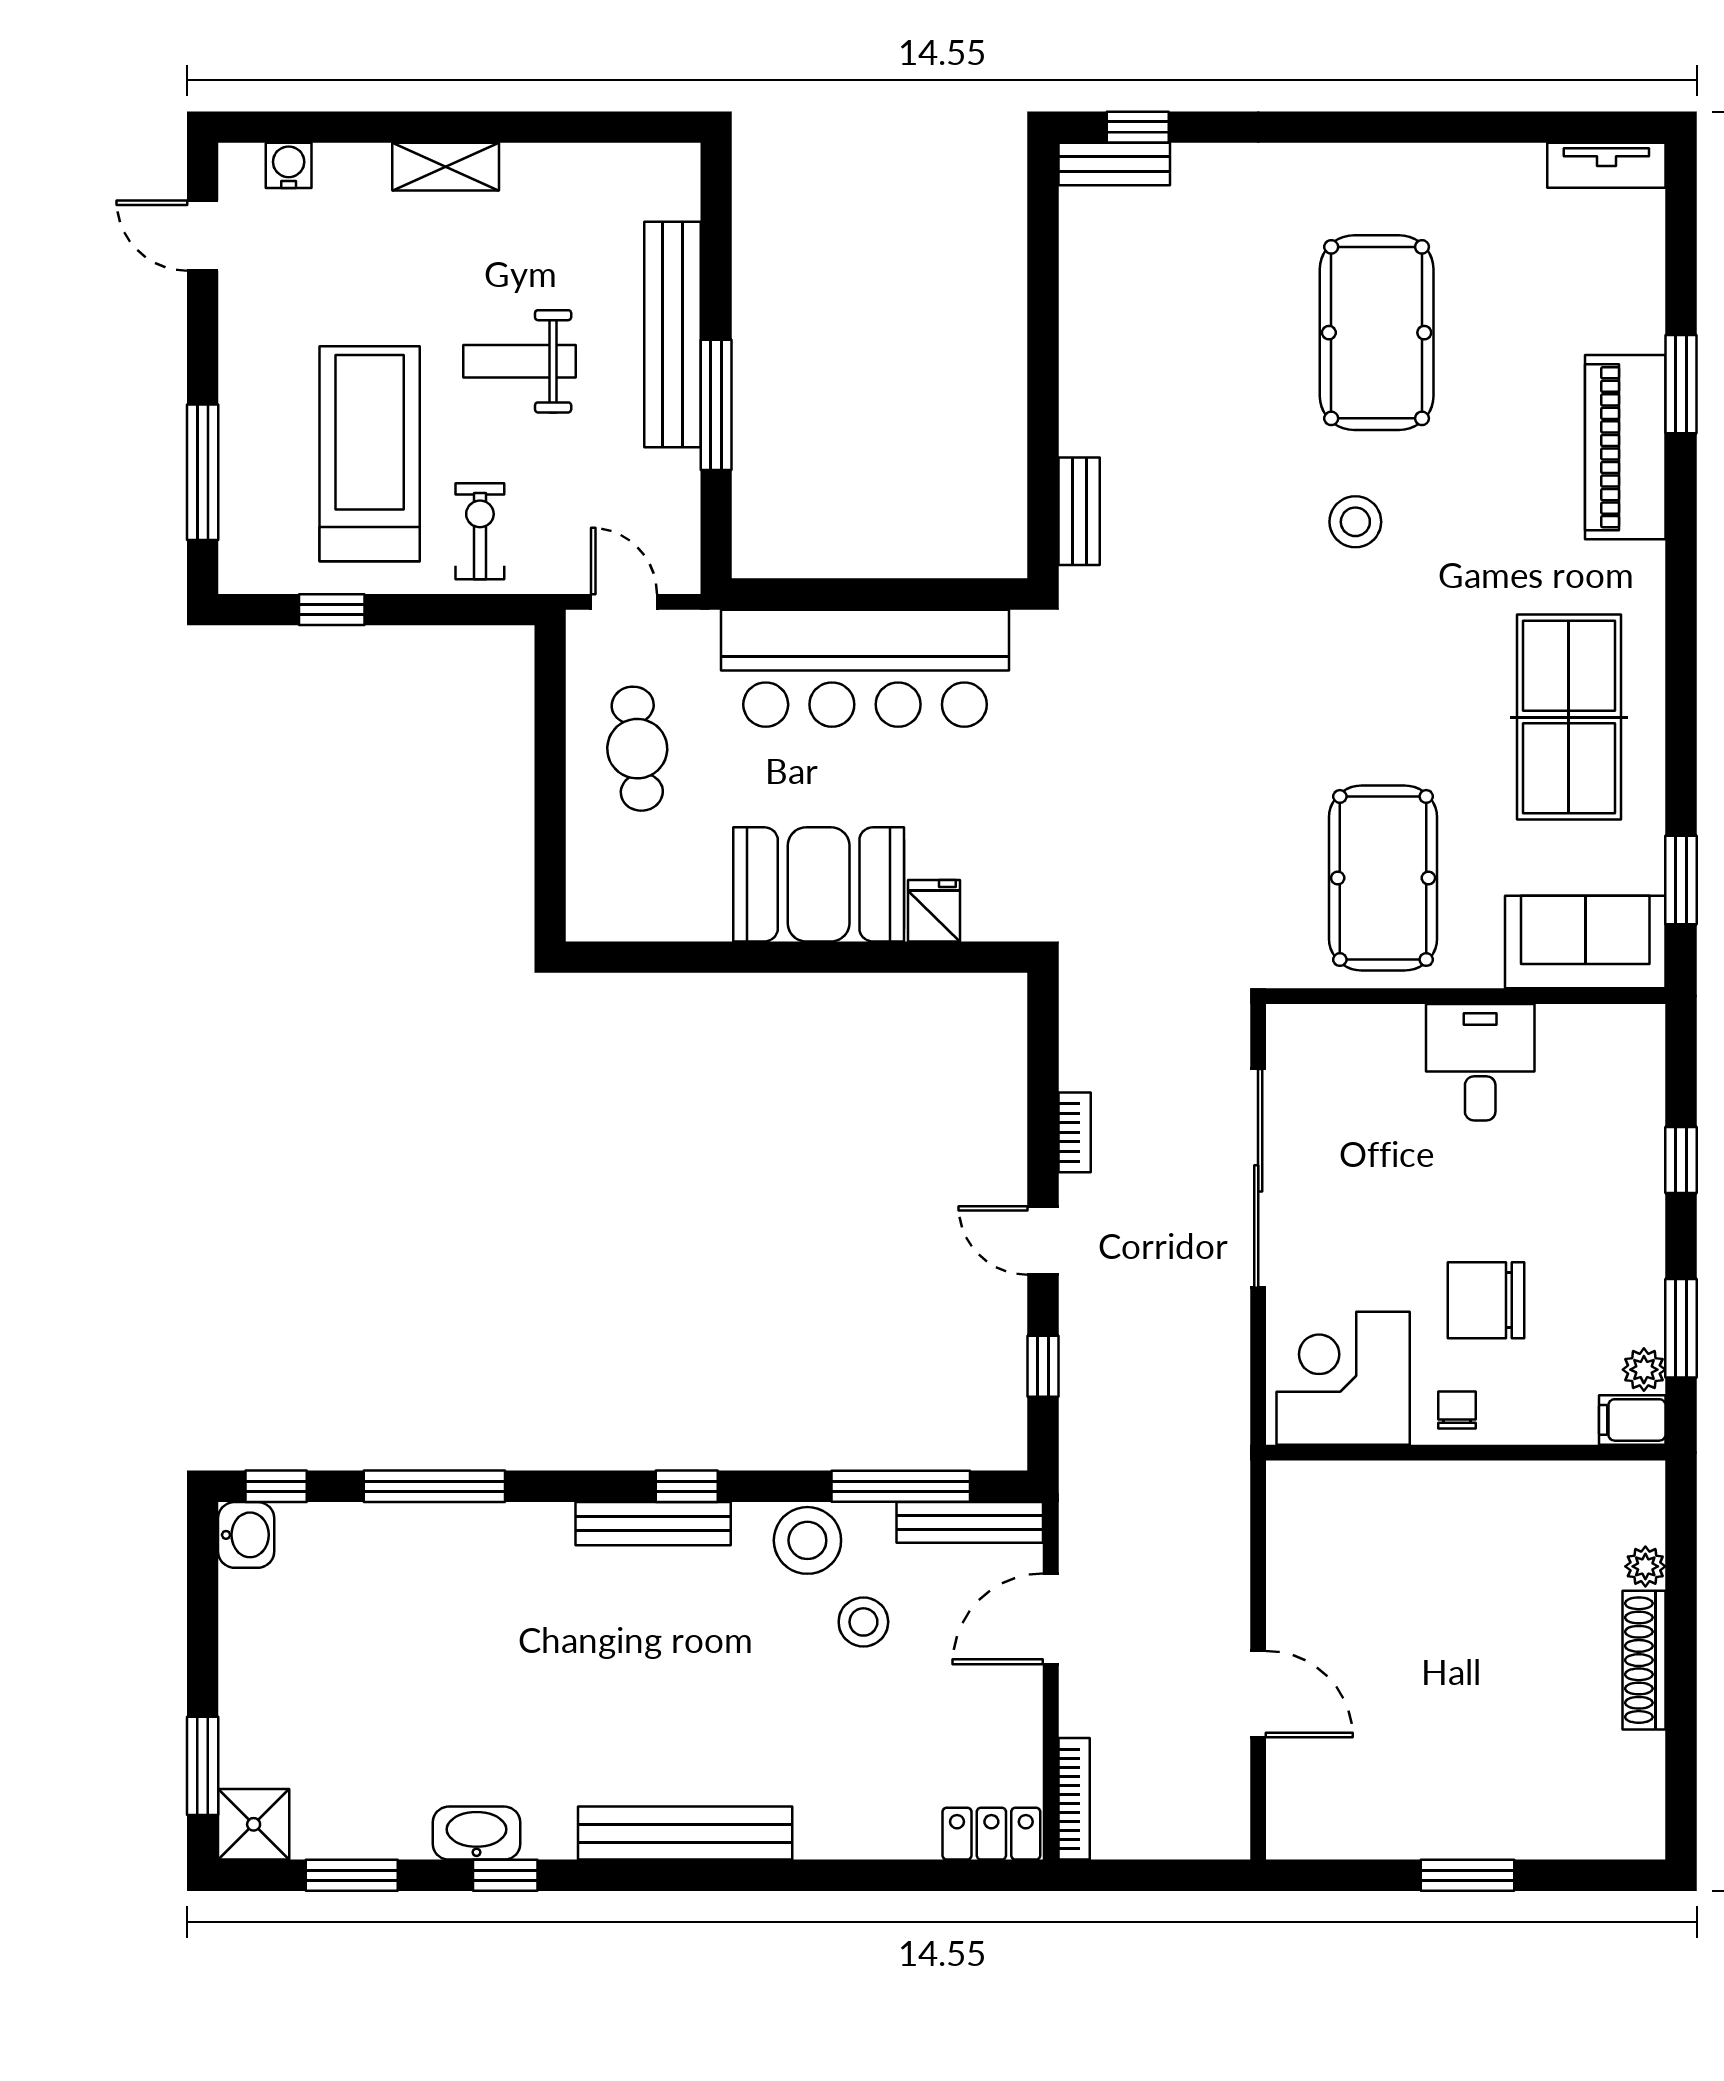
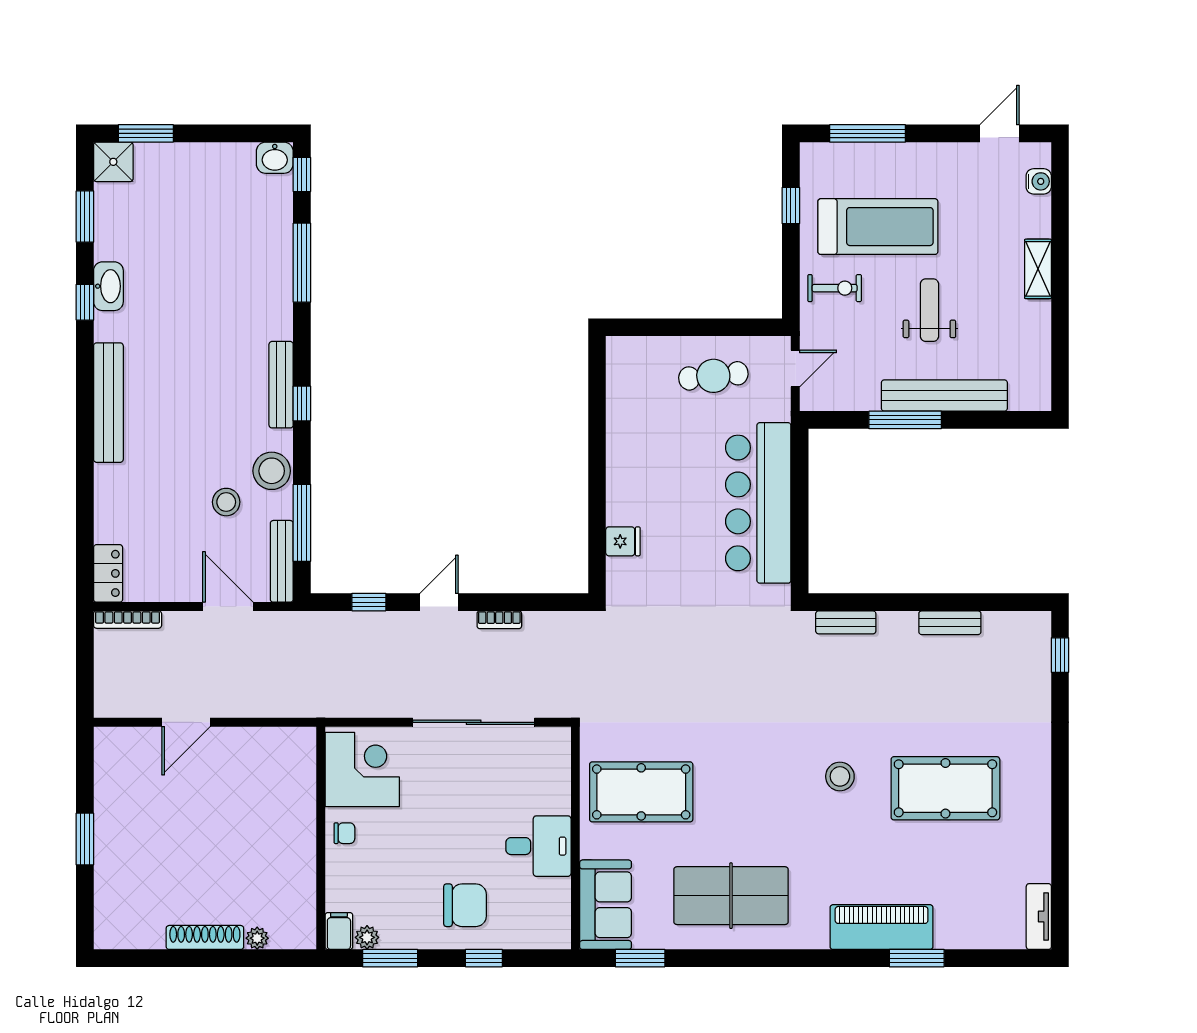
bench: (1114, 164) -> (950, 623), moved, turned 90
booth: (819, 884) -> (638, 477), removed
chair: (1486, 1300) -> (465, 905), moved, turned 90

